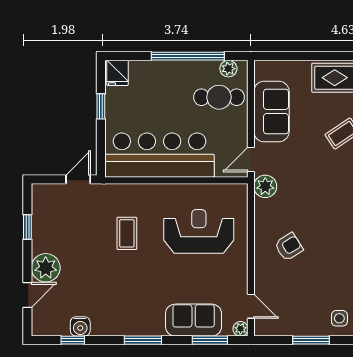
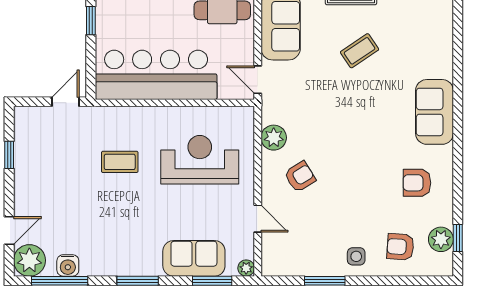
door: (251, 159) -> (258, 80), hinge flipped
plant: (265, 186) -> (274, 138), moved
coffee table: (127, 233) -> (120, 162), turned 90
plant: (46, 268) -> (29, 260), moved
door: (251, 306) -> (258, 219), moved
window: (73, 340) -> (60, 281), width x2.17

